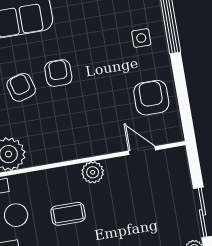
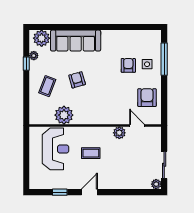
armchair: (58, 73) -> (128, 65), moved
plant: (93, 172) -> (119, 133), moved

